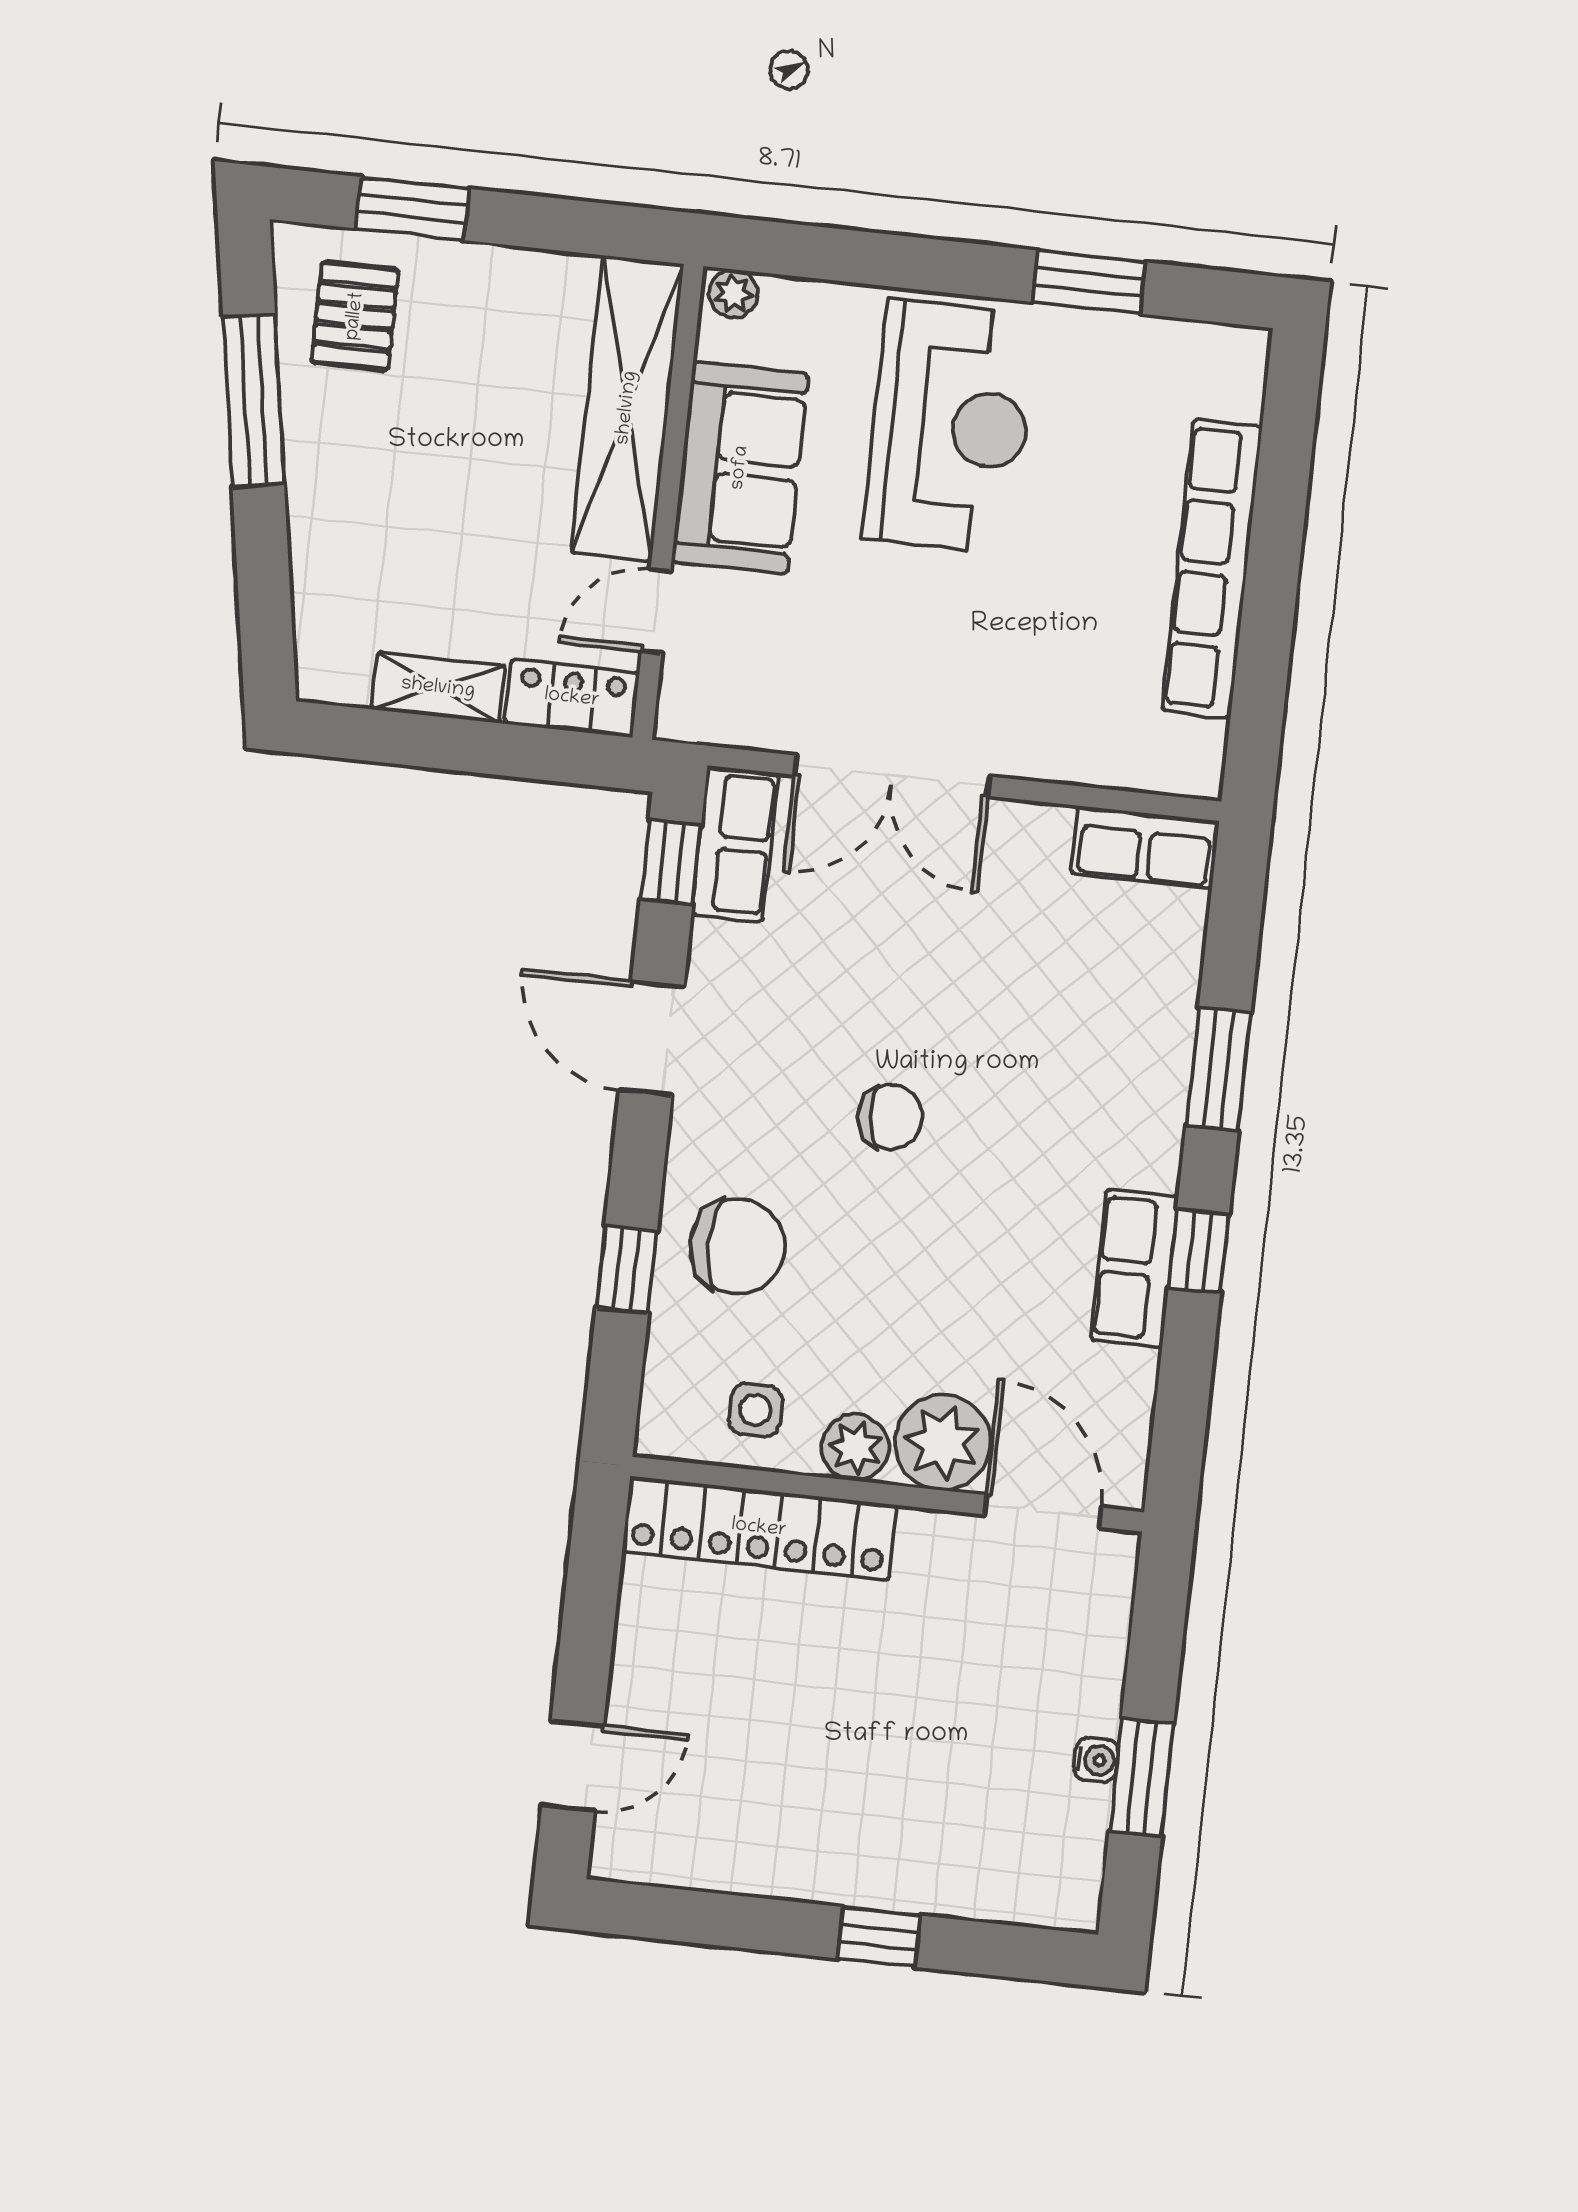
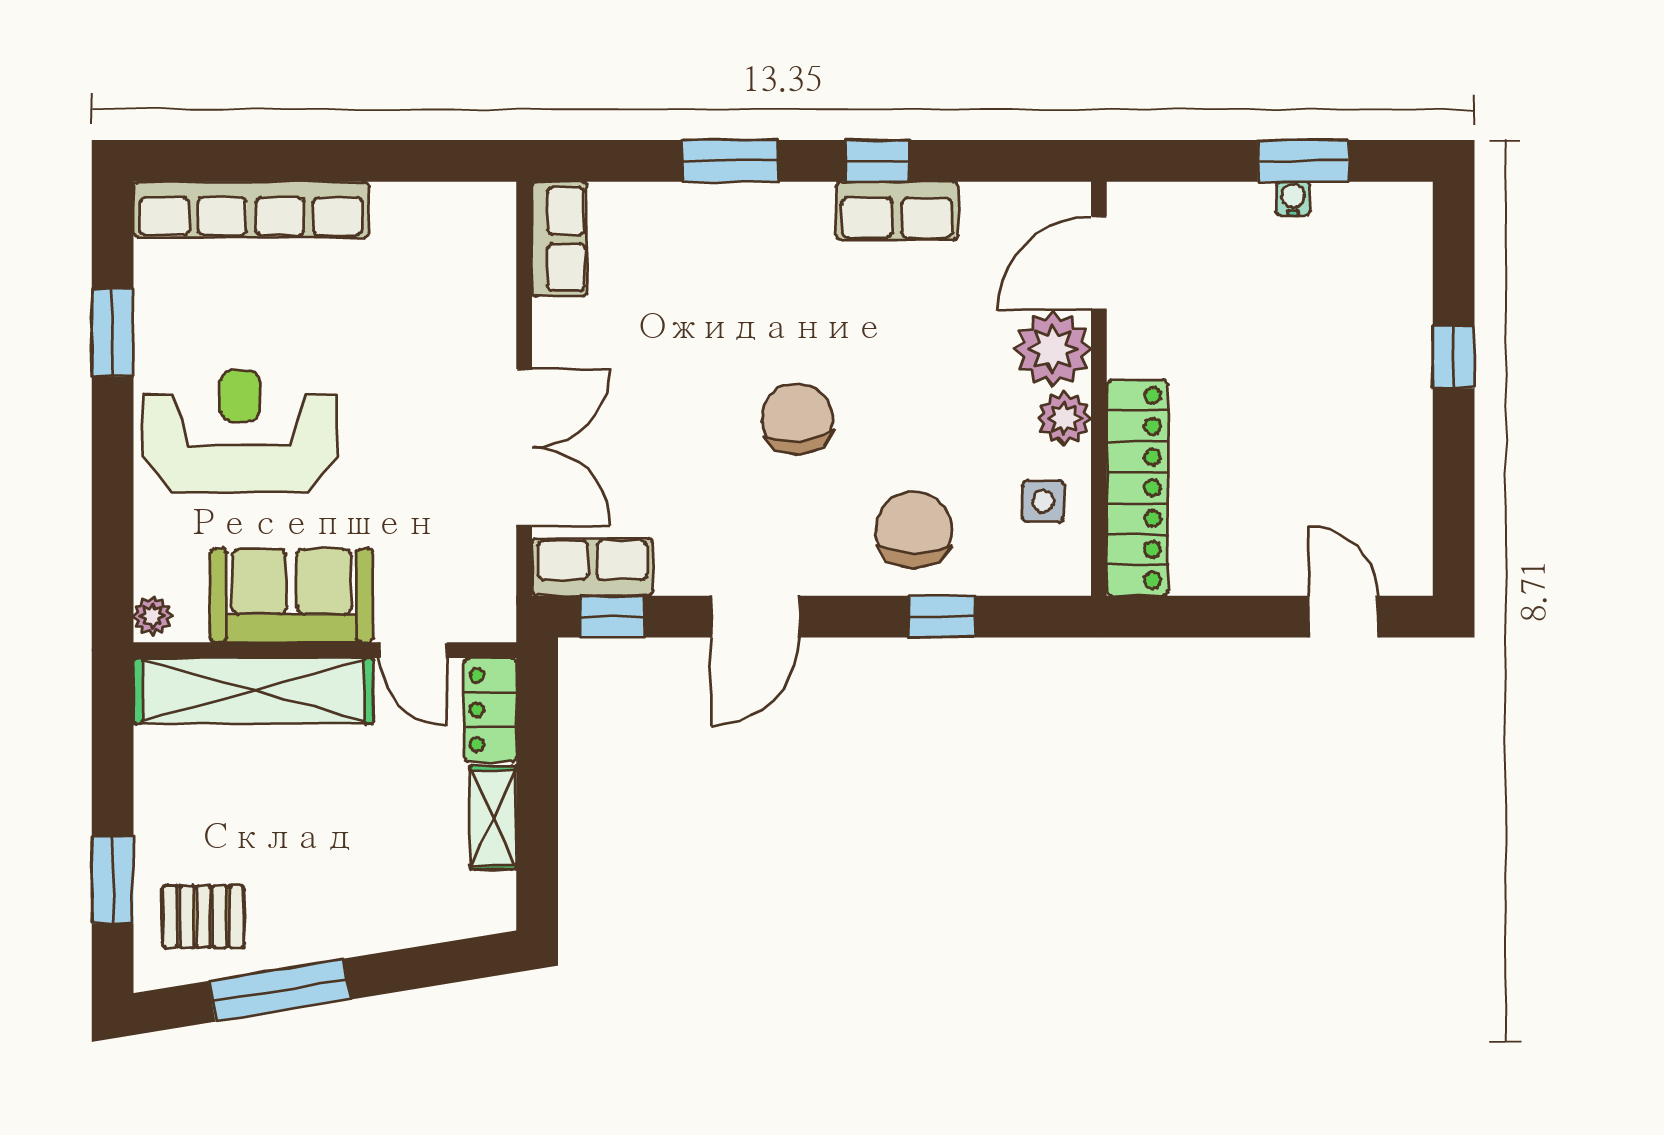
row of seats: (1212, 569) -> (251, 210), moved
chair: (891, 1117) -> (797, 419), width x1.37, depth x1.37

